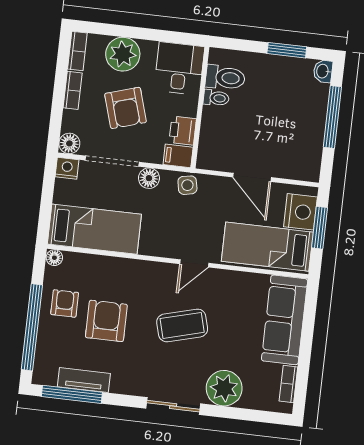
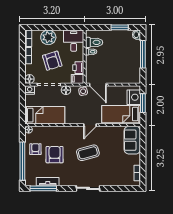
door: (252, 177) -> (98, 85), moved
sofa: (285, 320) -> (132, 140), width x0.73
plant: (224, 388) -> (109, 178), removed

